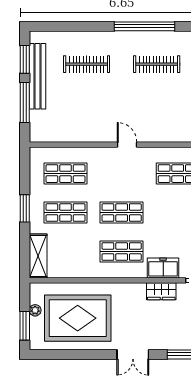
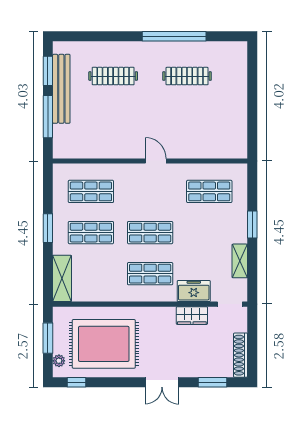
plant: (35, 310) -> (59, 361), moved
window: (25, 326) -> (48, 338), moved
window: (52, 354) -> (76, 382), added

